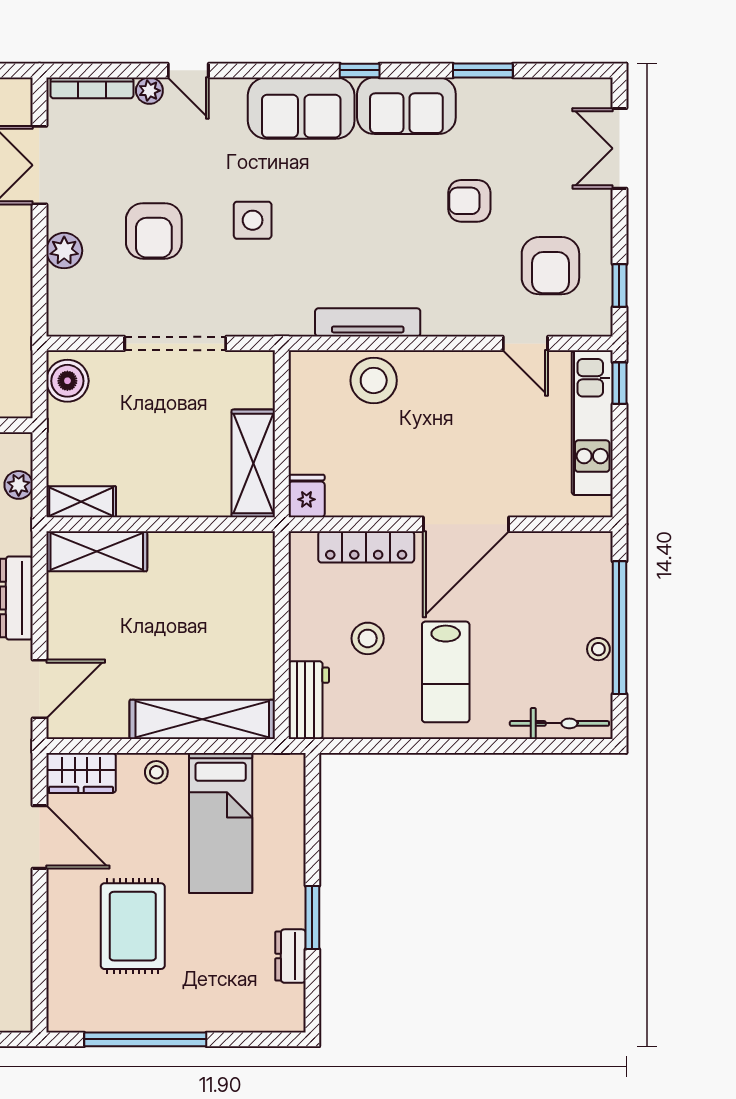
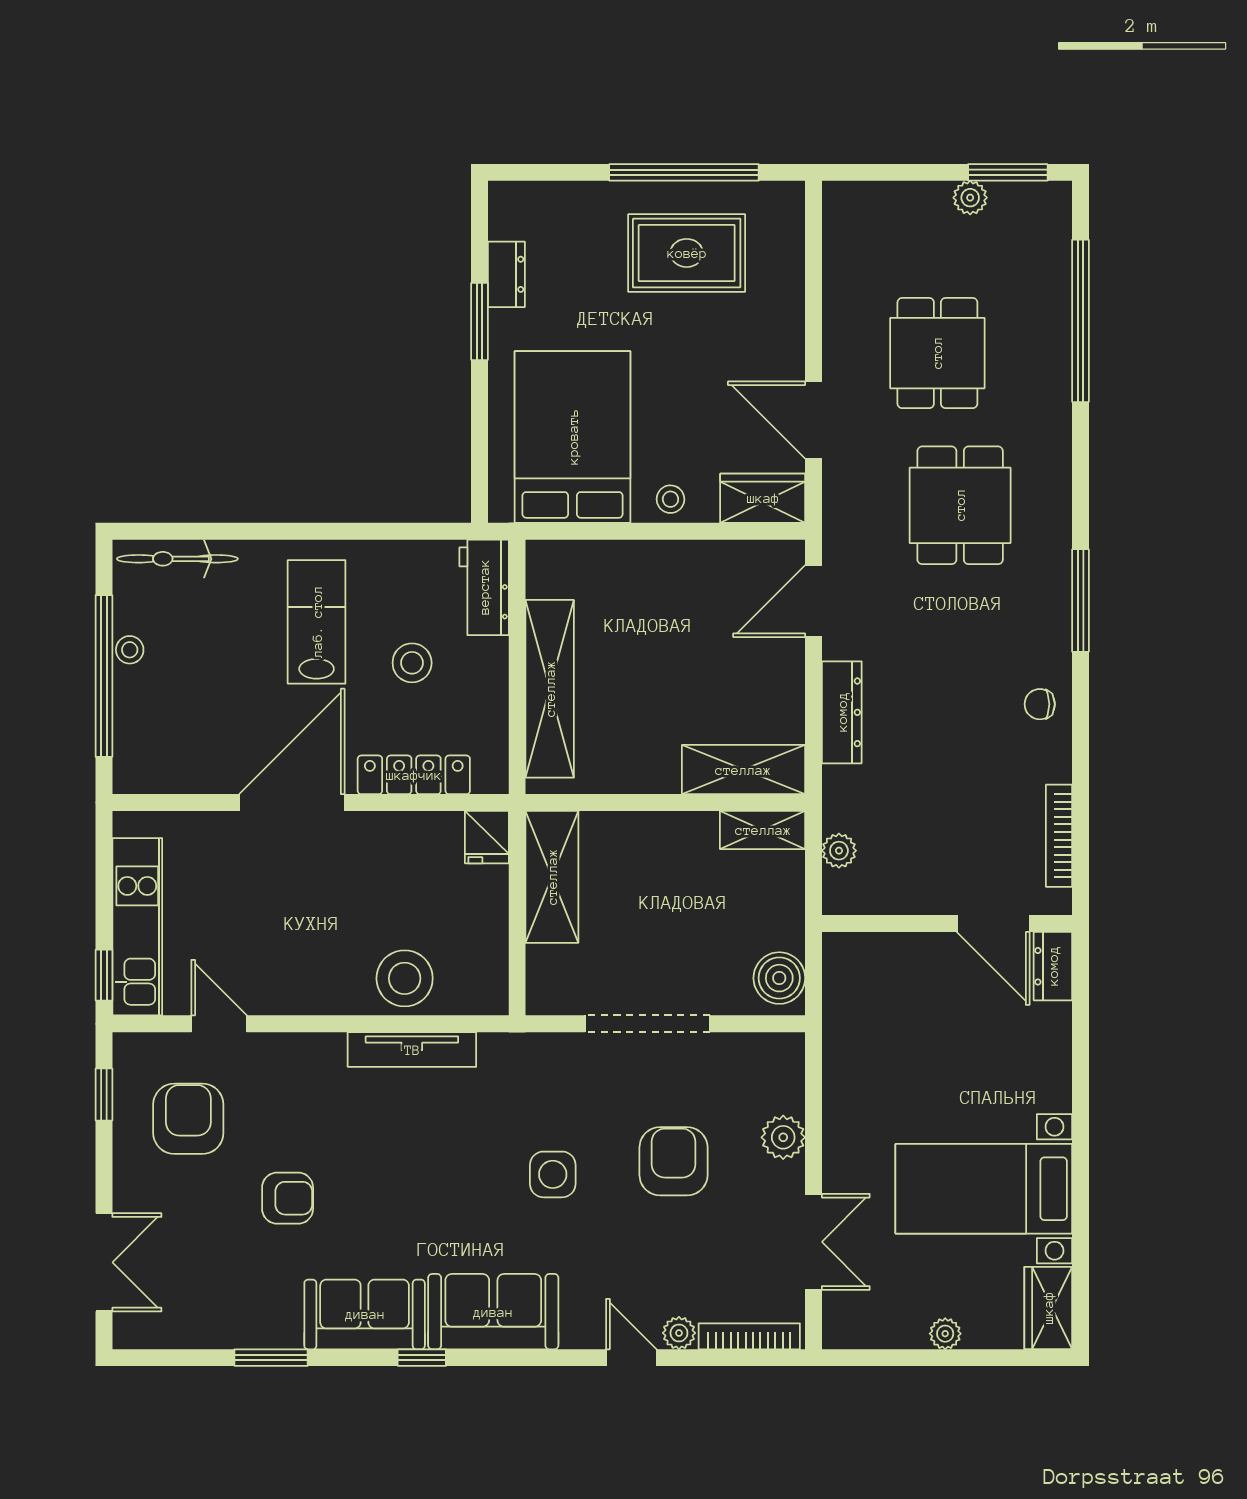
shelving: (202, 719) -> (550, 689), moved, turned 90
bed: (221, 823) -> (573, 437), width x1.50
rug: (133, 926) -> (687, 253), moved, turned 90

